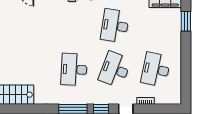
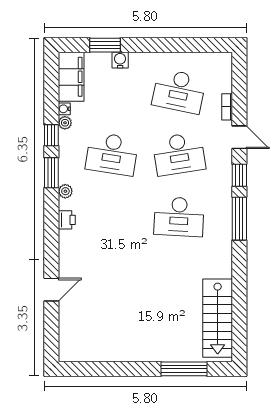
water cooler: (176, 31) -> (120, 60), added
desk: (115, 69) -> (179, 154), turned -30

